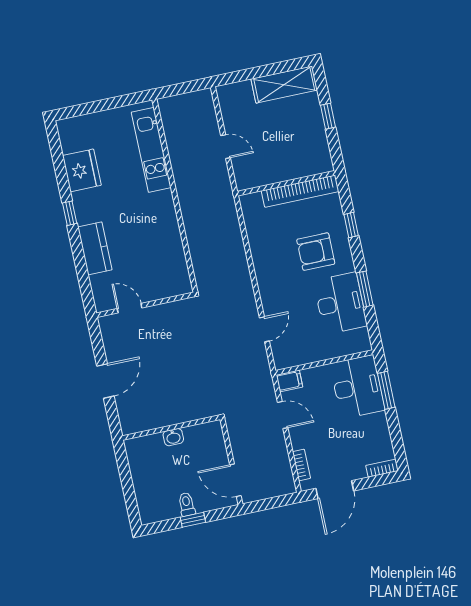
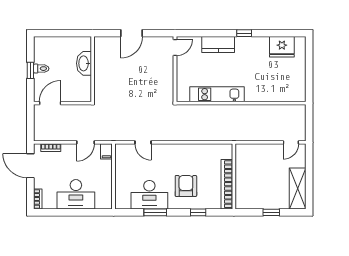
door: (226, 147) -> (291, 142), moved
kitchen unit: (151, 150) -> (217, 94), moved
fridge: (82, 170) -> (282, 47), moved
door: (130, 308) -> (175, 47), moved
door: (105, 381) -> (132, 33), hinge flipped
desk: (357, 387) -> (76, 194), moved
window: (386, 390) -> (87, 212), removed
washbasin: (173, 437) -> (84, 63), width x1.91, depth x1.45

